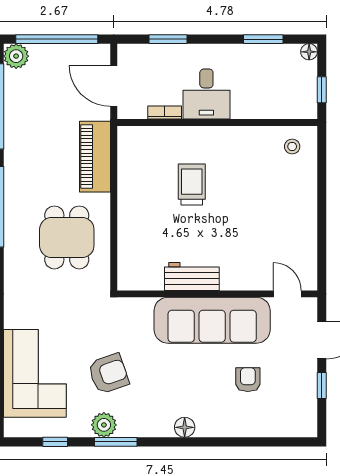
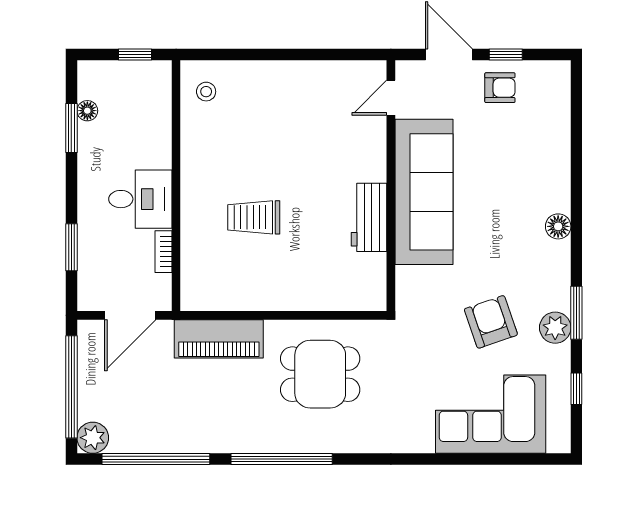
floor lamp: (309, 52) -> (87, 111), moved
armchair: (248, 380) -> (500, 88), moved, turned 180

